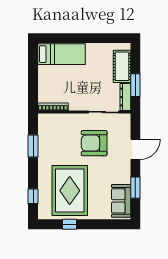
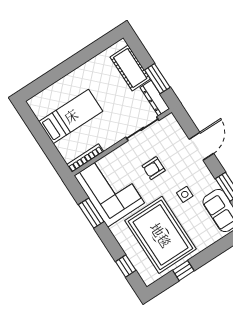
bed: (61, 54) -> (71, 116), moved
corner sofa: (55, 138) -> (109, 189), added
armchair: (94, 143) -> (154, 168), width x0.53, depth x0.53
side table: (103, 174) -> (185, 194), added

